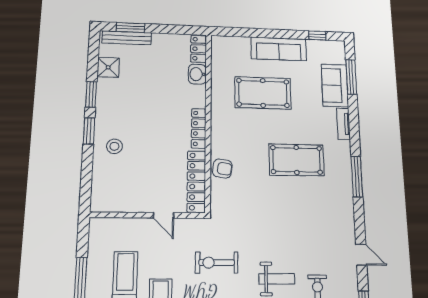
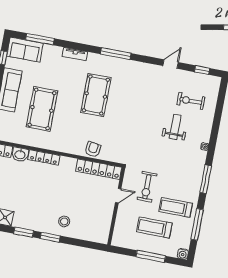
sofa: (335, 85) -> (25, 50), moved
locker: (199, 128) -> (44, 157), moved
exercise bike: (217, 263) -> (147, 187), moved

